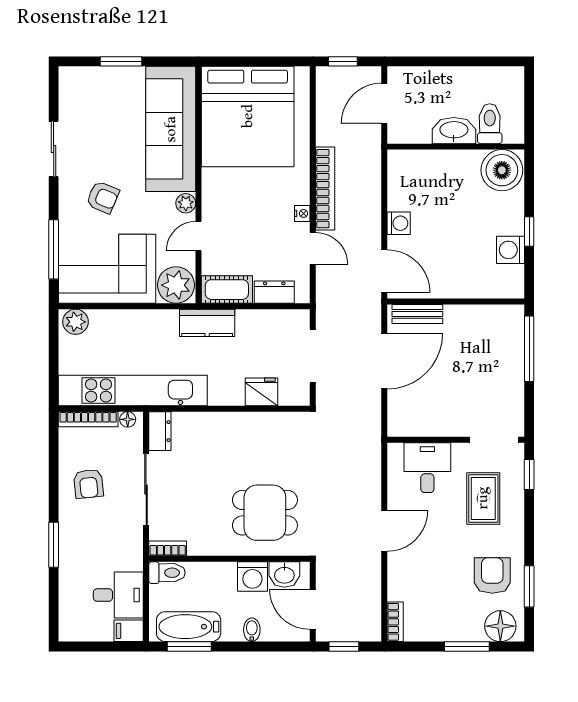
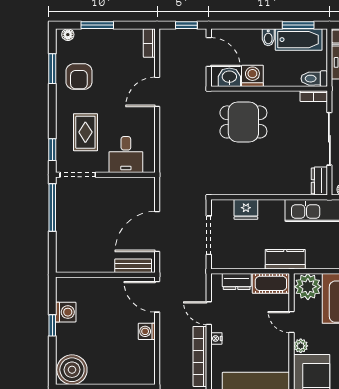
door: (198, 236) -> (292, 322), swing flipped
window: (529, 349) -> (52, 208), moved
door: (384, 531) -> (157, 92), moved
floor lamp: (500, 626) -> (68, 35), width x0.53, depth x0.53
bidet: (252, 630) -> (268, 37), moved

